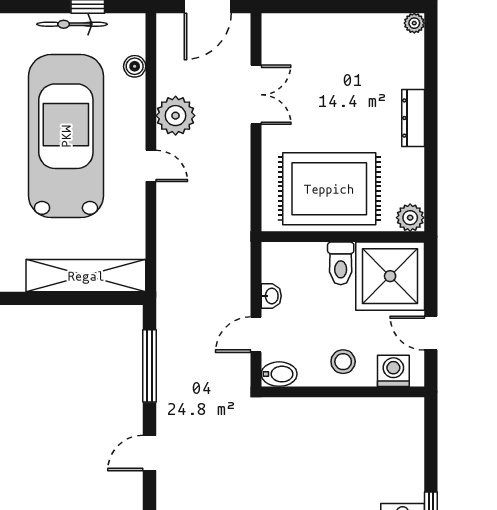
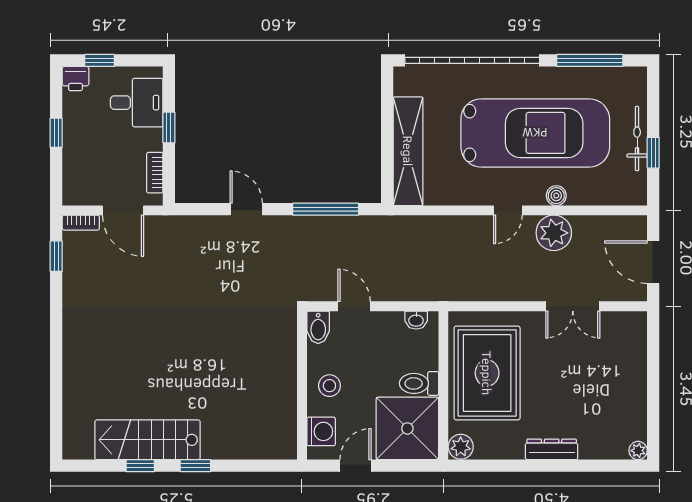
boiler: (135, 66) -> (556, 196), moved
washbasin: (271, 296) -> (416, 320), moved

